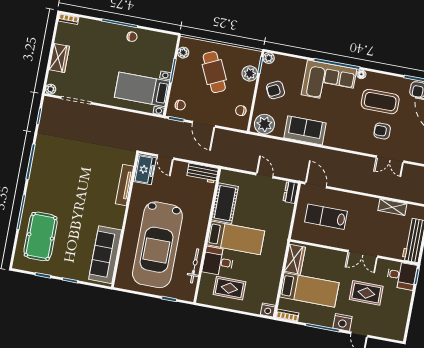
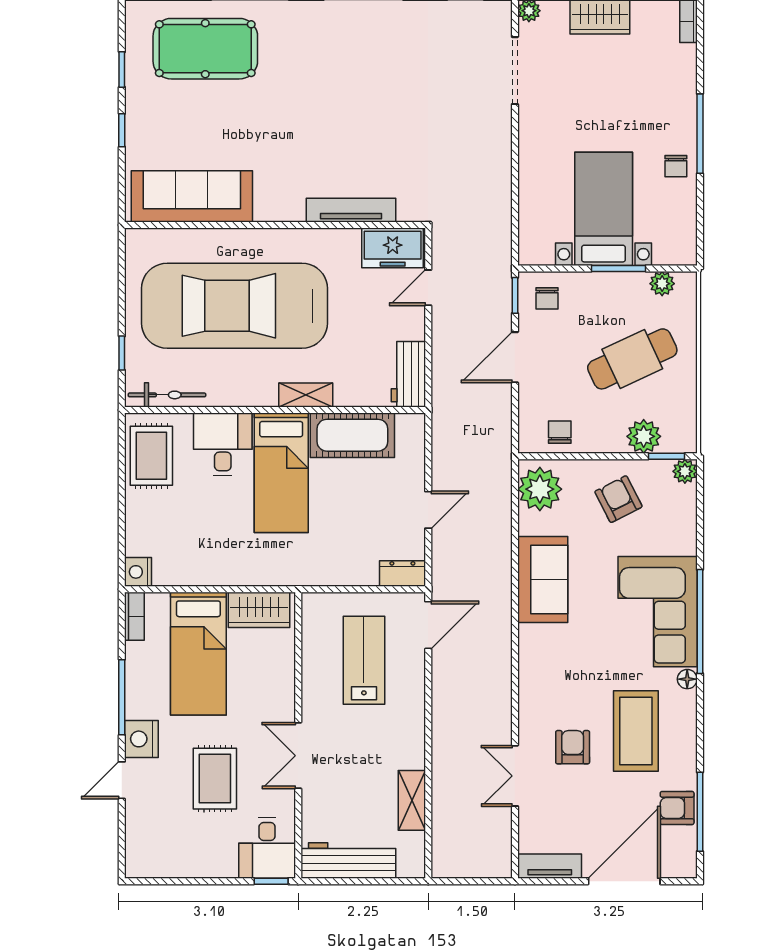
bed with nightstands: (142, 89) -> (604, 209), moved
shelving: (203, 221) -> (306, 395), added
bicycle: (195, 266) -> (167, 395), moved
rug: (229, 288) -> (151, 456), moved

